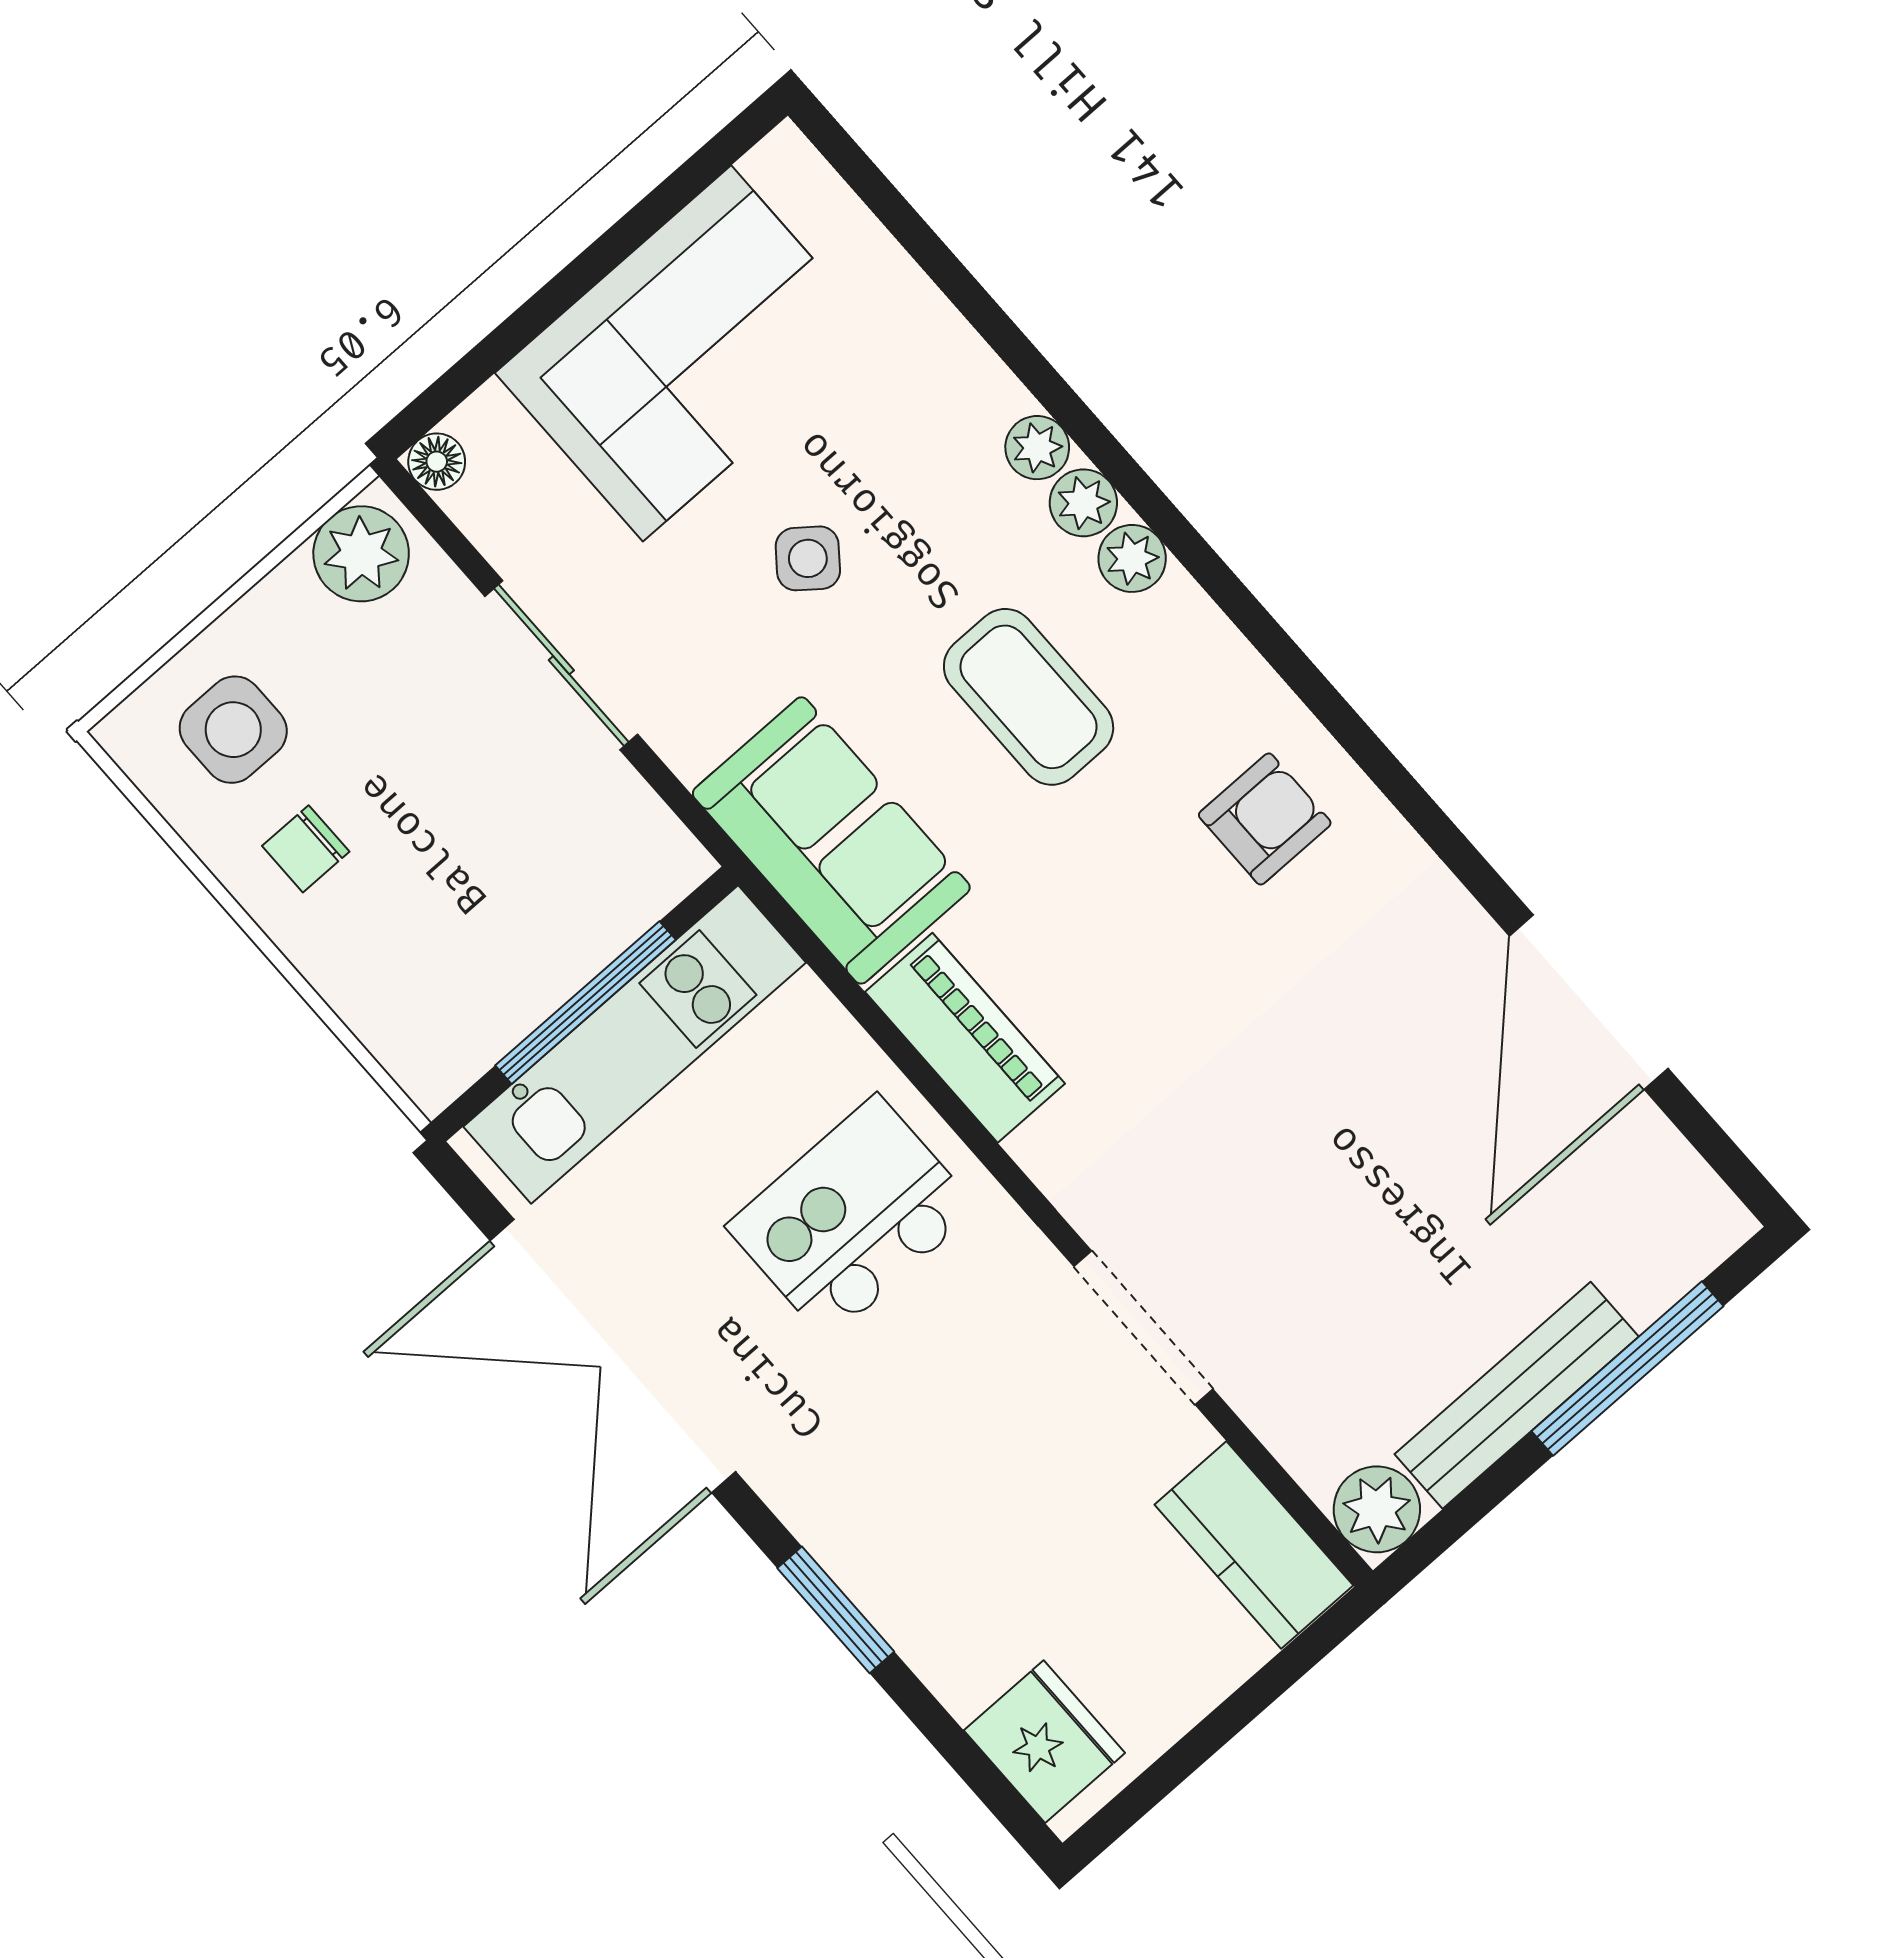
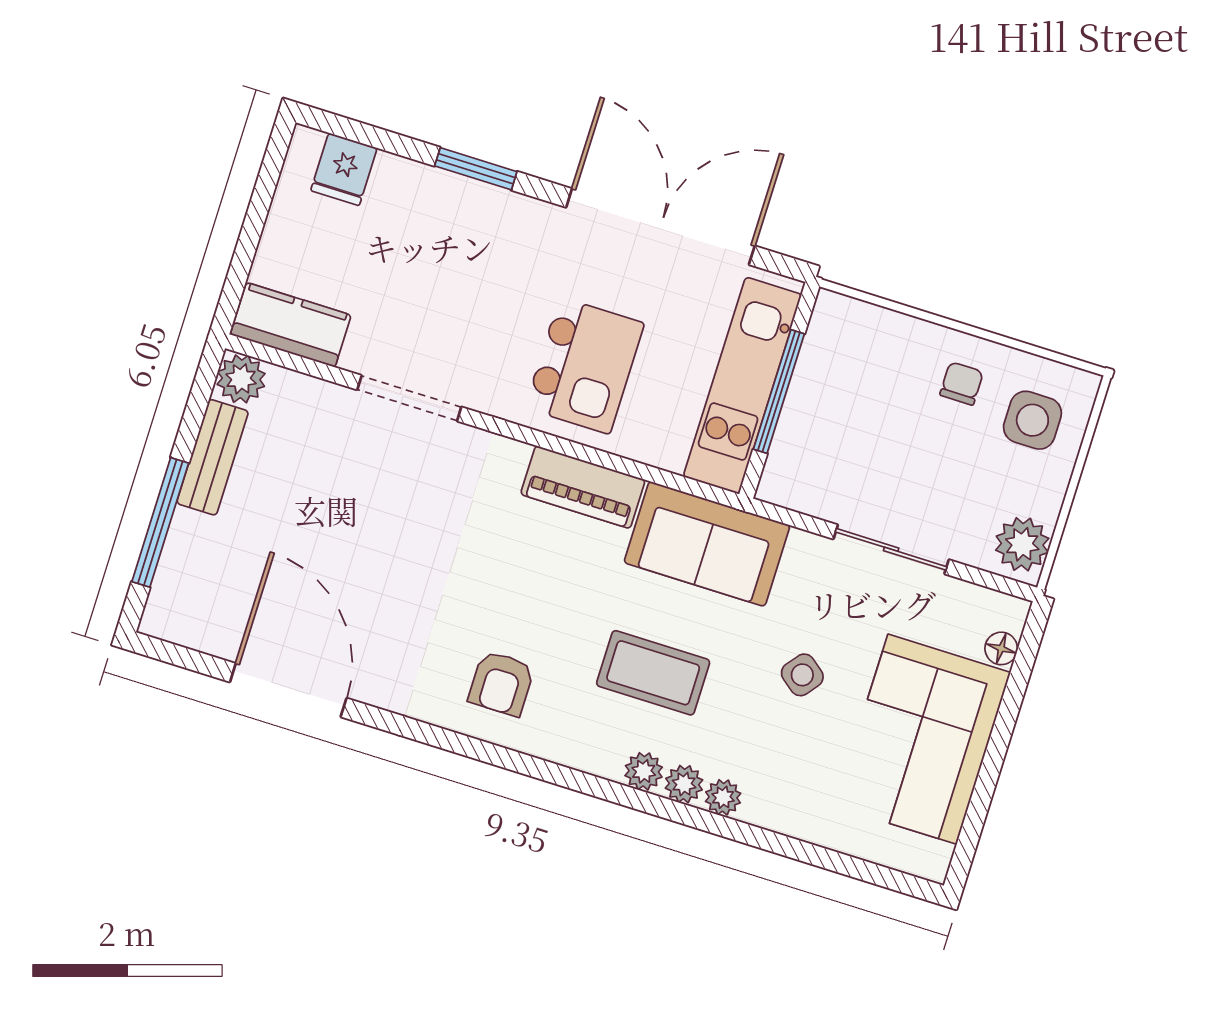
floor lamp: (437, 462) -> (1001, 648), moved
bench: (1517, 1395) -> (213, 457), width x0.73
fridge: (1044, 1742) -> (344, 169), width x0.72

